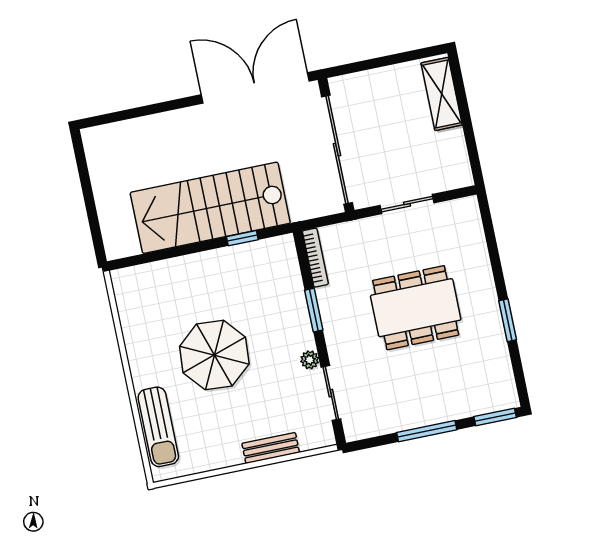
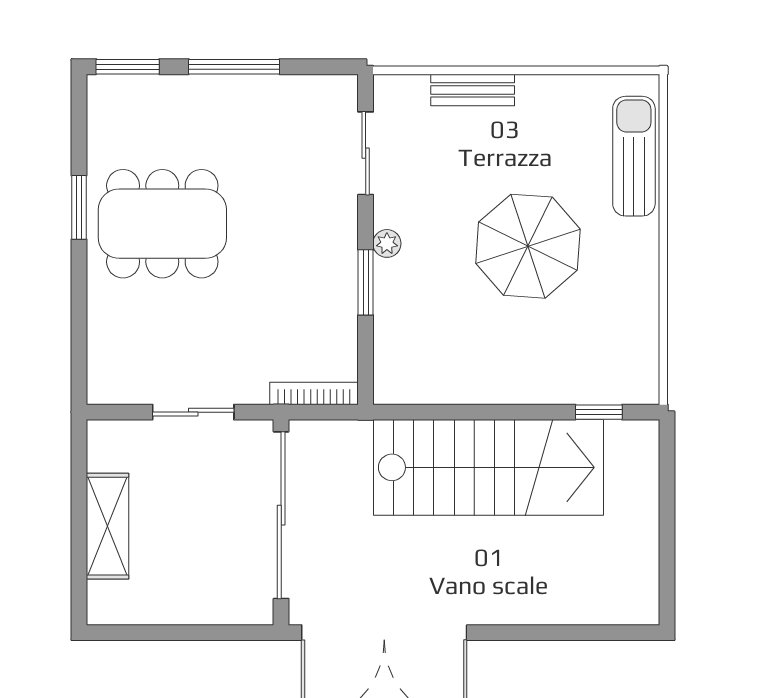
shelving: (442, 94) -> (107, 526), moved
window: (242, 238) -> (599, 412), moved
bookcase: (315, 258) -> (314, 393), moved, turned 90
dining table: (416, 308) -> (162, 224), moved
plant: (310, 360) -> (387, 243), moved

